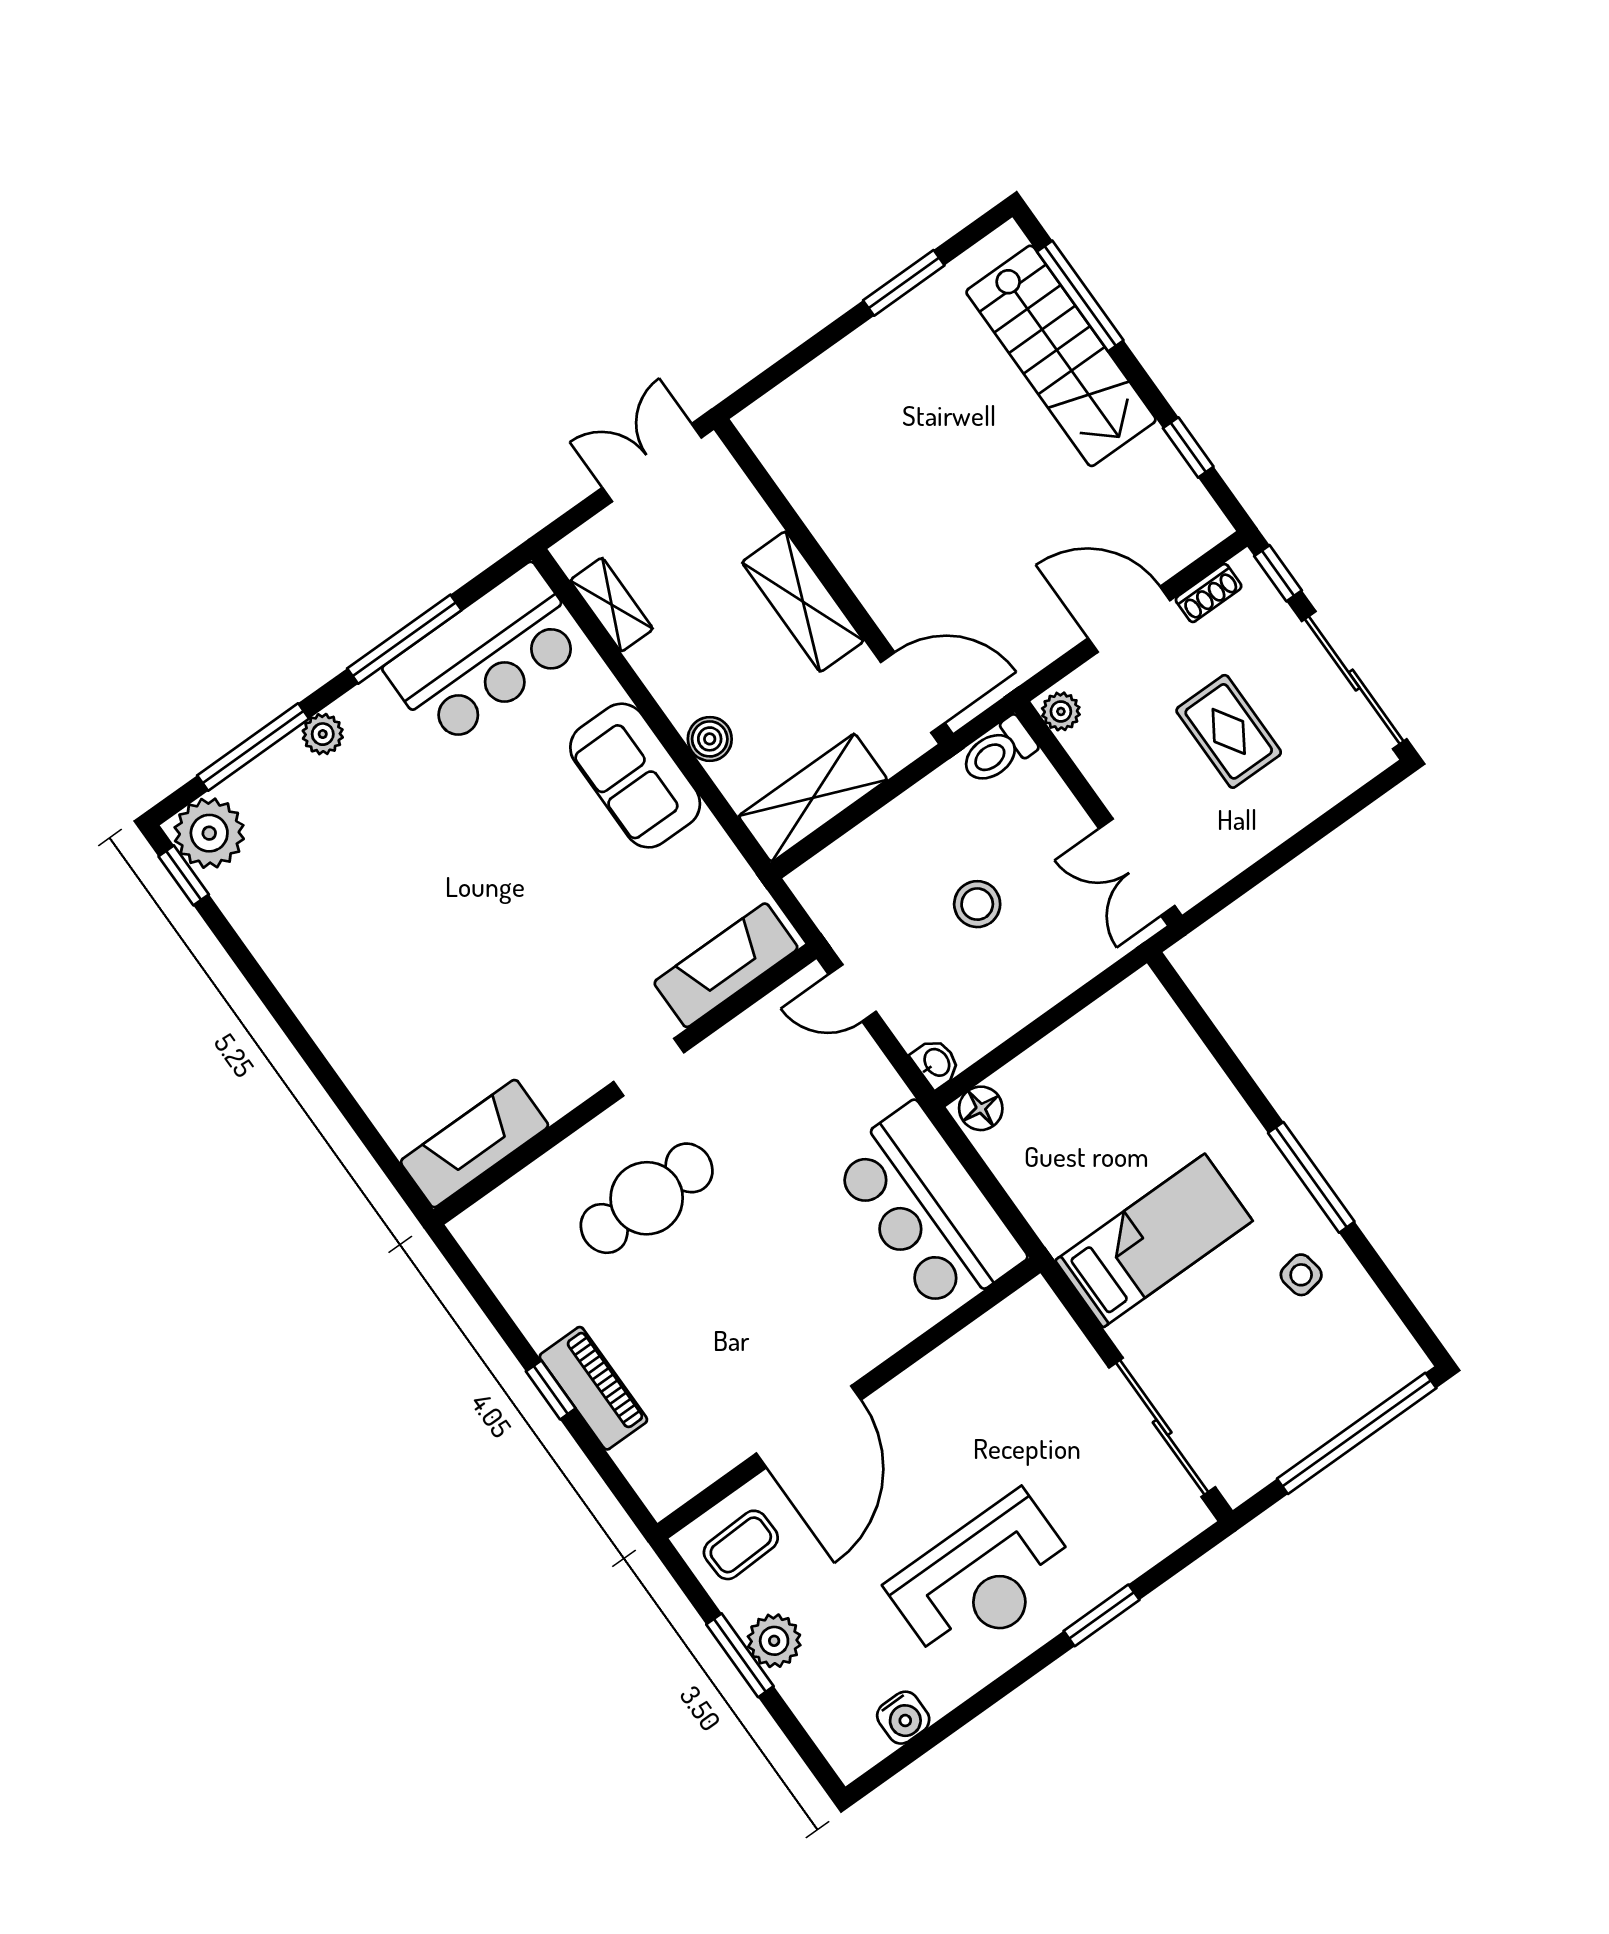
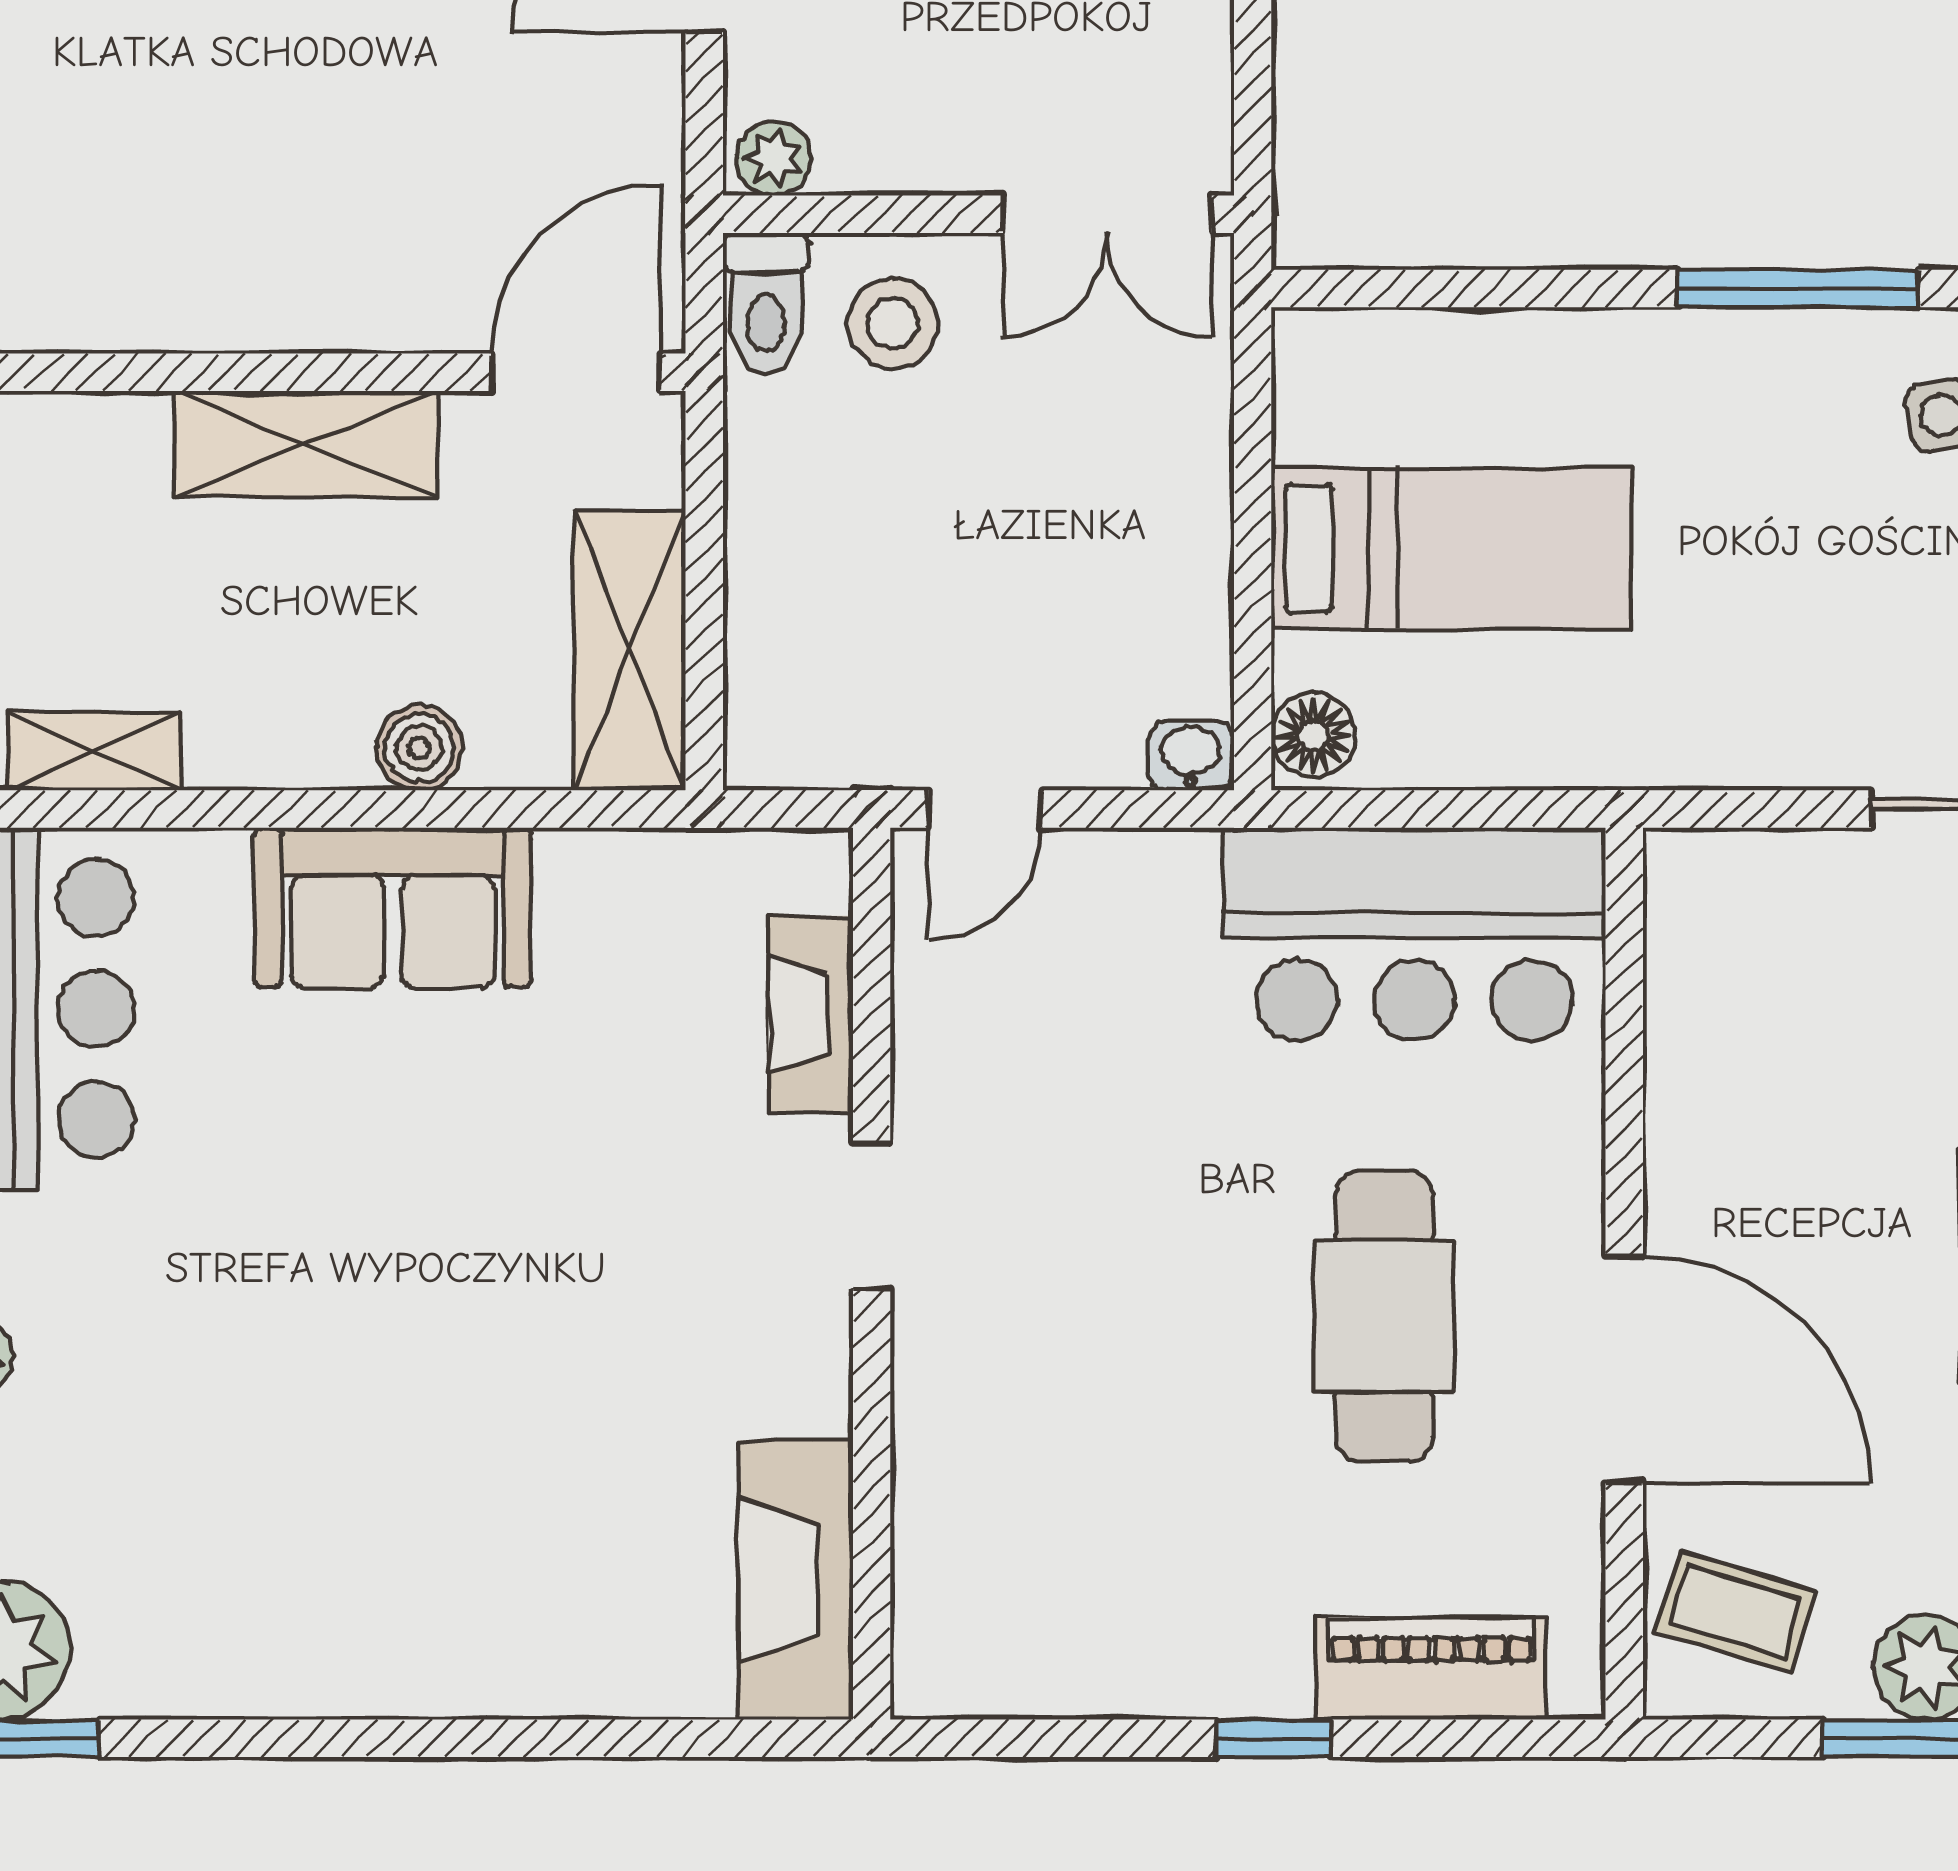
stool: (977, 904) -> (893, 323), moved
fireplace: (726, 965) -> (811, 1015), width x0.73, depth x0.76
cafe table: (647, 1198) -> (1384, 1316), moved
bed: (1154, 1241) -> (1451, 548), moved, turned 90
piano: (593, 1388) -> (1431, 1668), moved
coffee table: (741, 1545) -> (1735, 1612), turned -71

